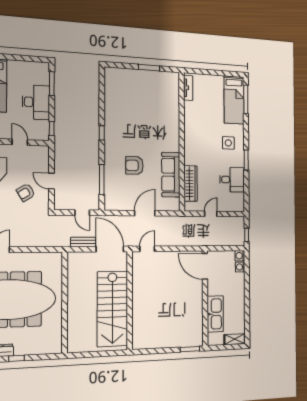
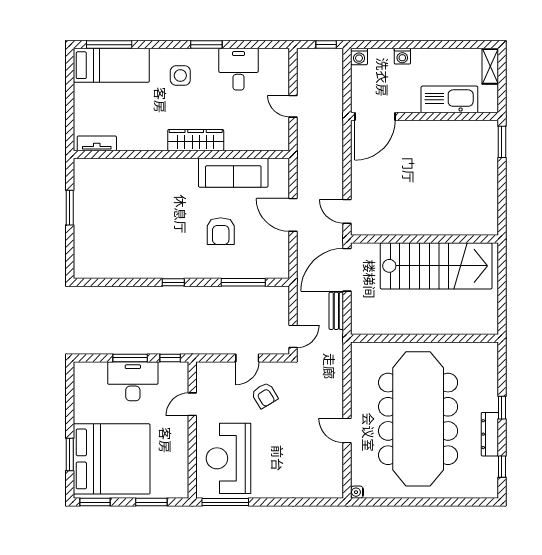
window: (52, 84) -> (130, 358), moved
wardrobe: (191, 184) -> (196, 140), moved
door: (82, 213) -> (293, 336), moved
washing machine: (240, 267) -> (402, 56), moved

